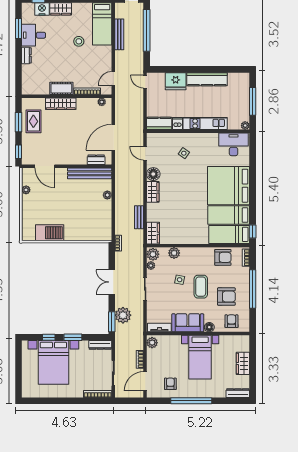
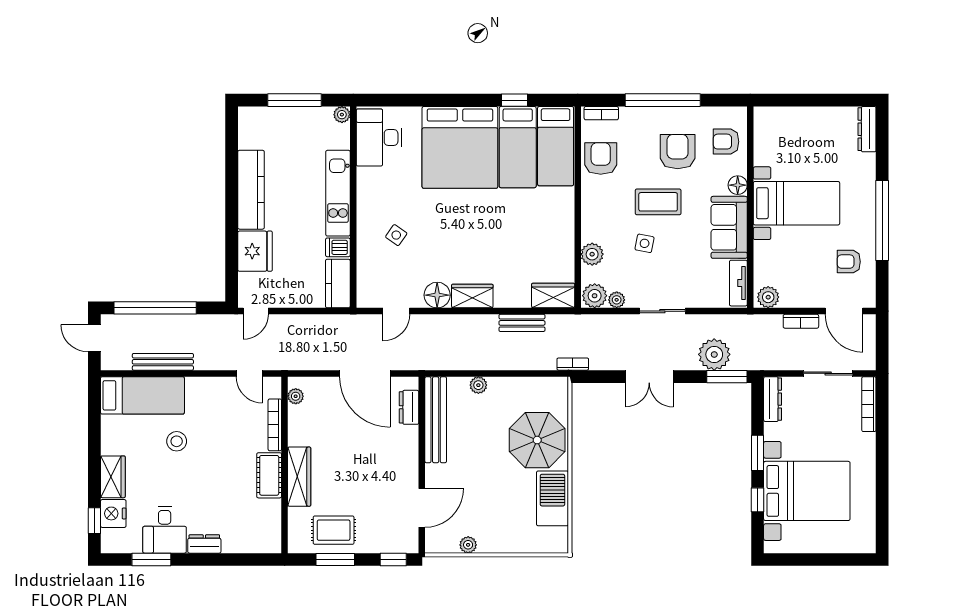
parasol: (79, 225) -> (537, 440), added
window: (253, 232) -> (514, 100), moved
wardrobe: (243, 363) -> (809, 119), removed

